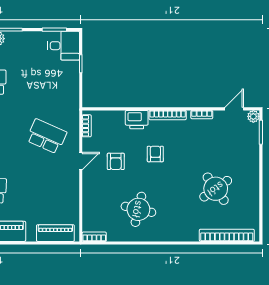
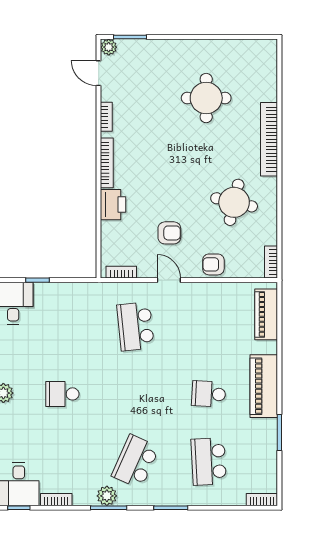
school desk: (46, 136) -> (135, 326), turned -30
armchair: (155, 154) -> (213, 264), moved
round table: (216, 189) -> (206, 98), turned 35
bookcase: (227, 235) -> (269, 139), moved

